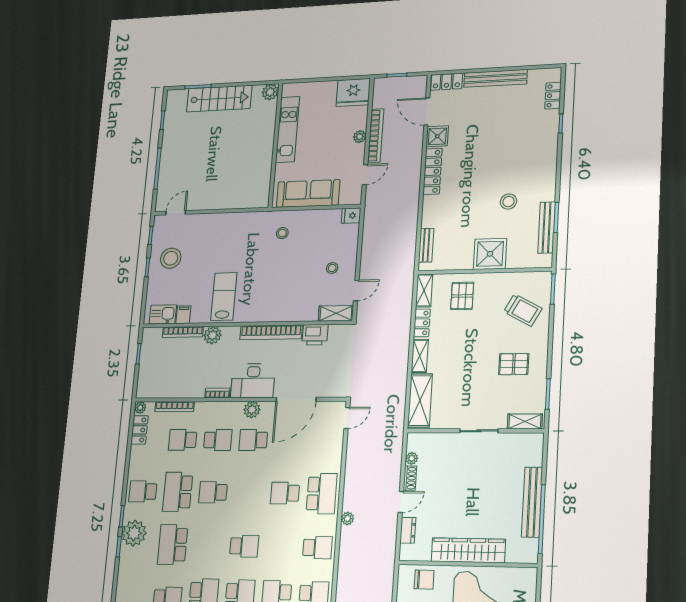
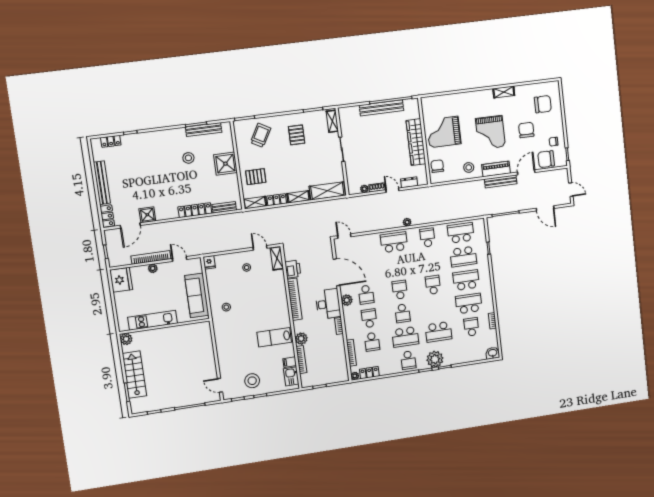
locker: (433, 171) -> (195, 210), moved
school desk: (285, 493) -> (400, 290), moved, turned 180

